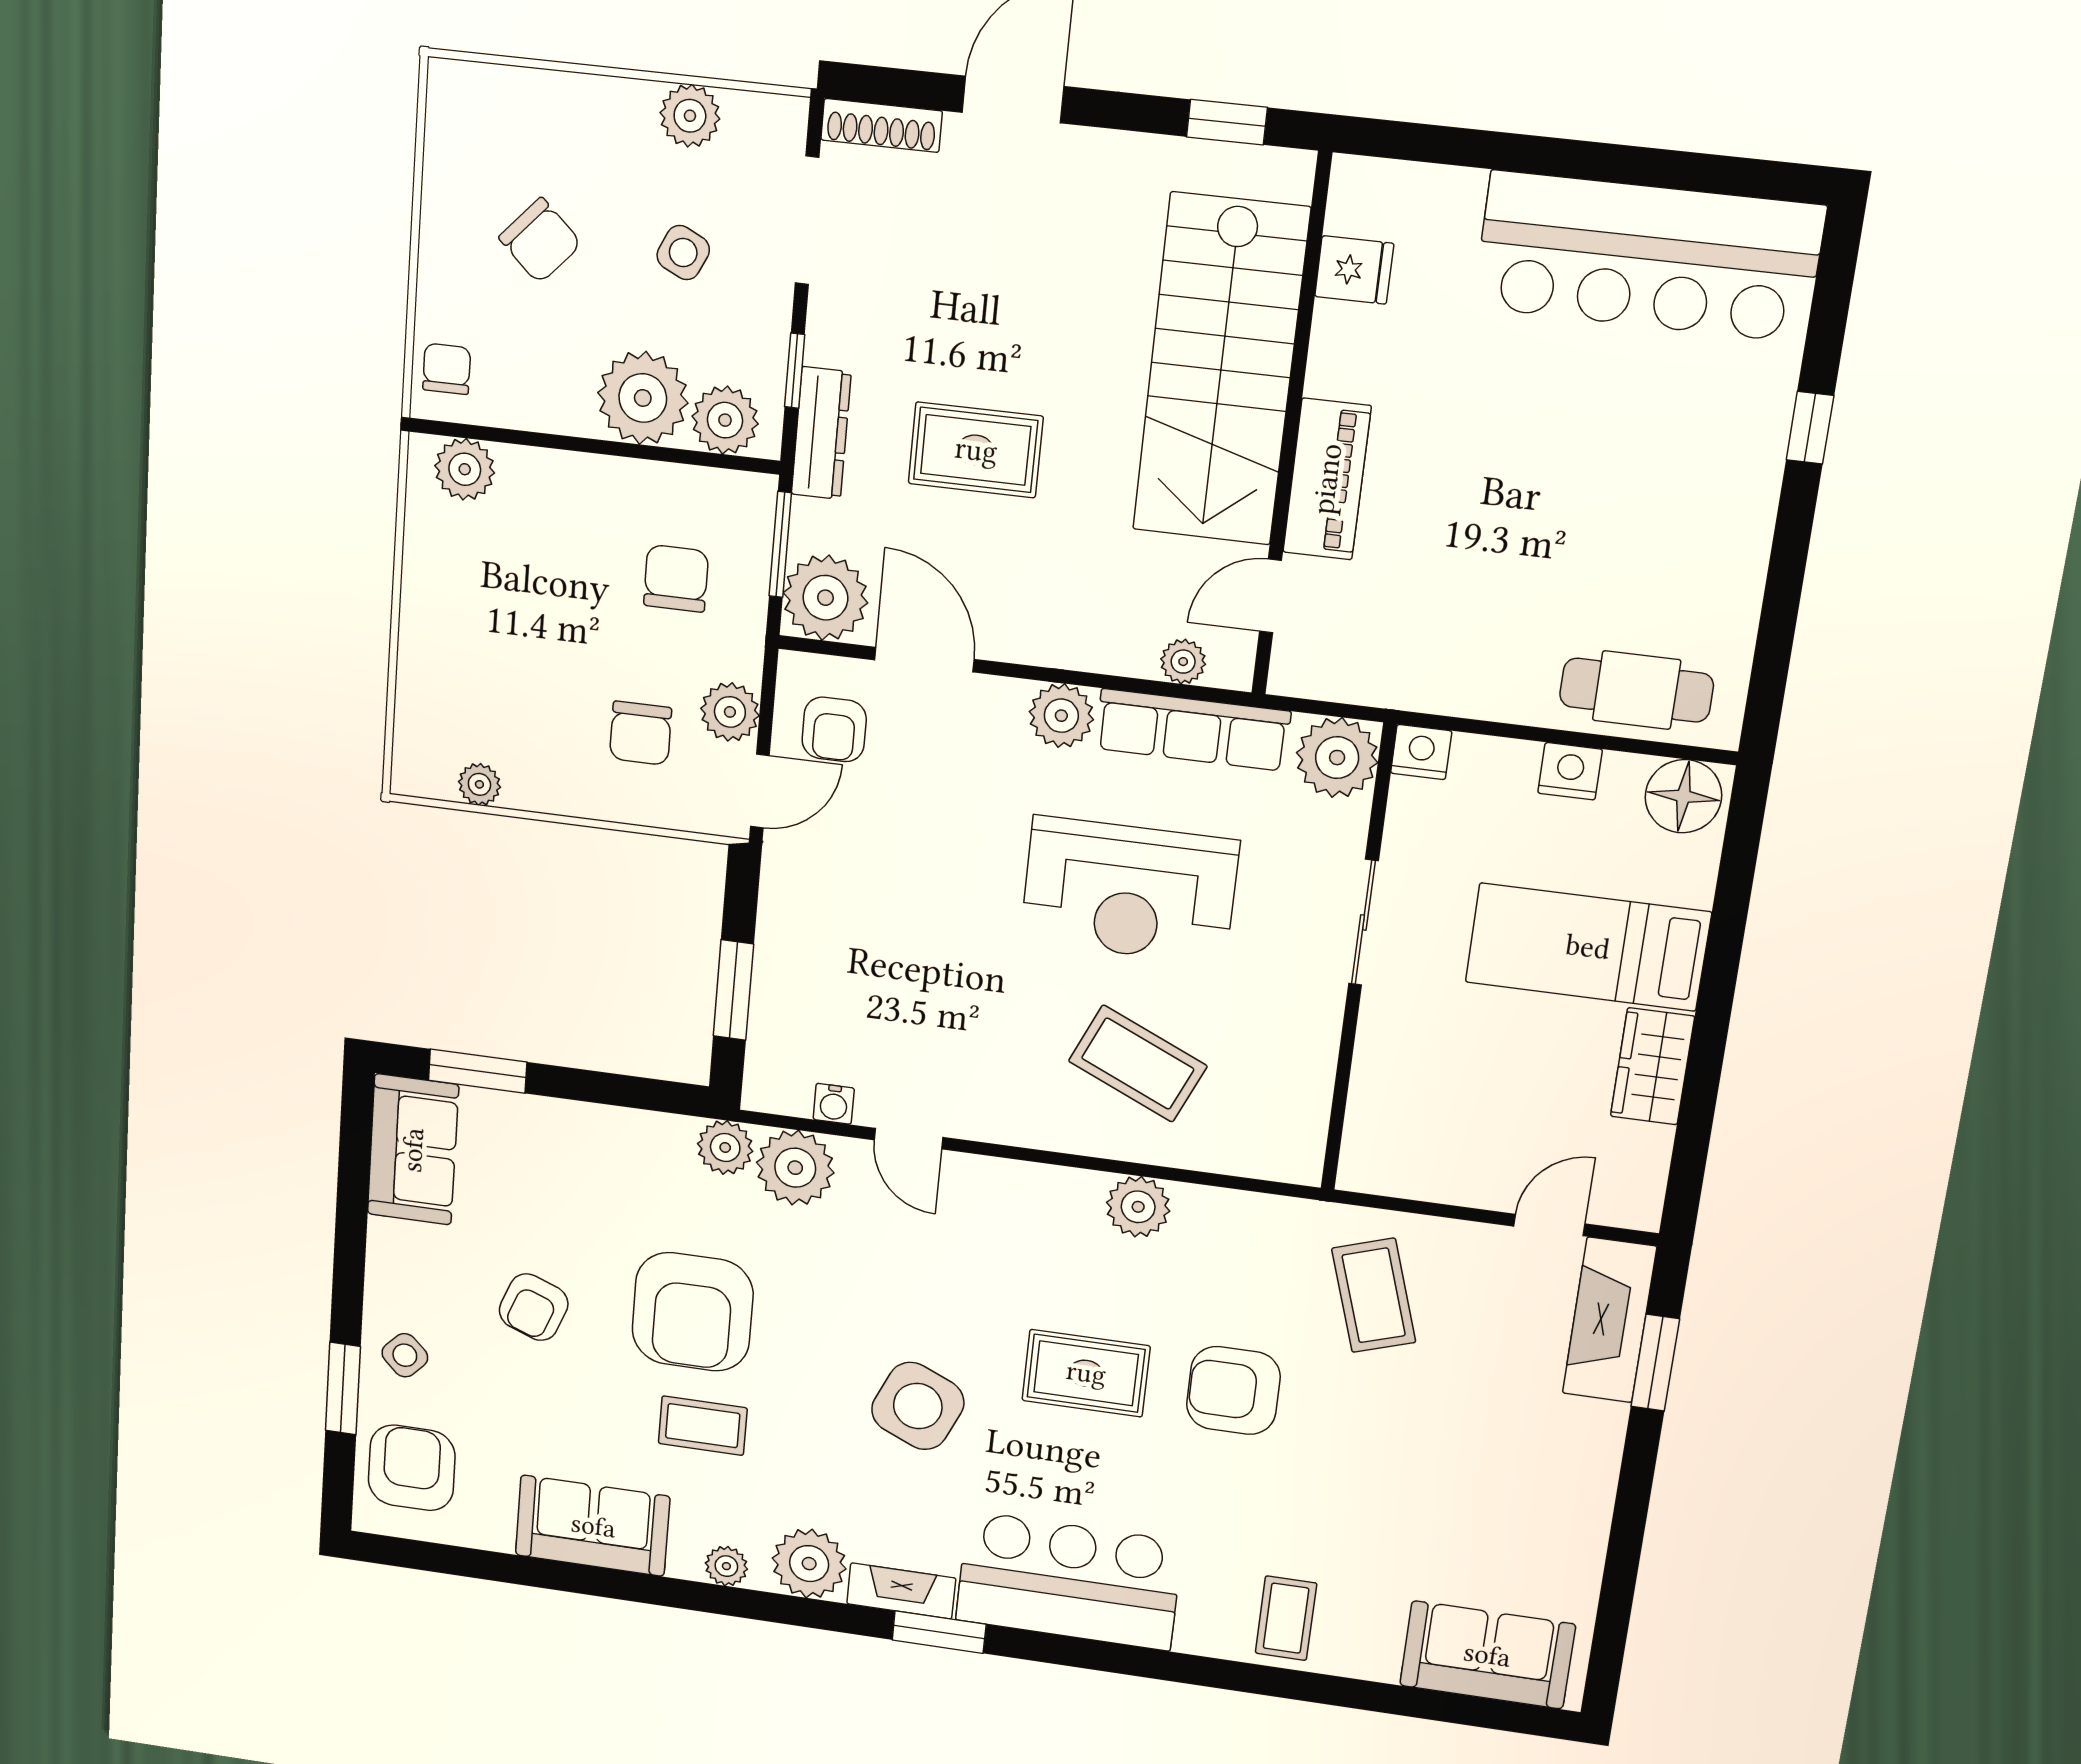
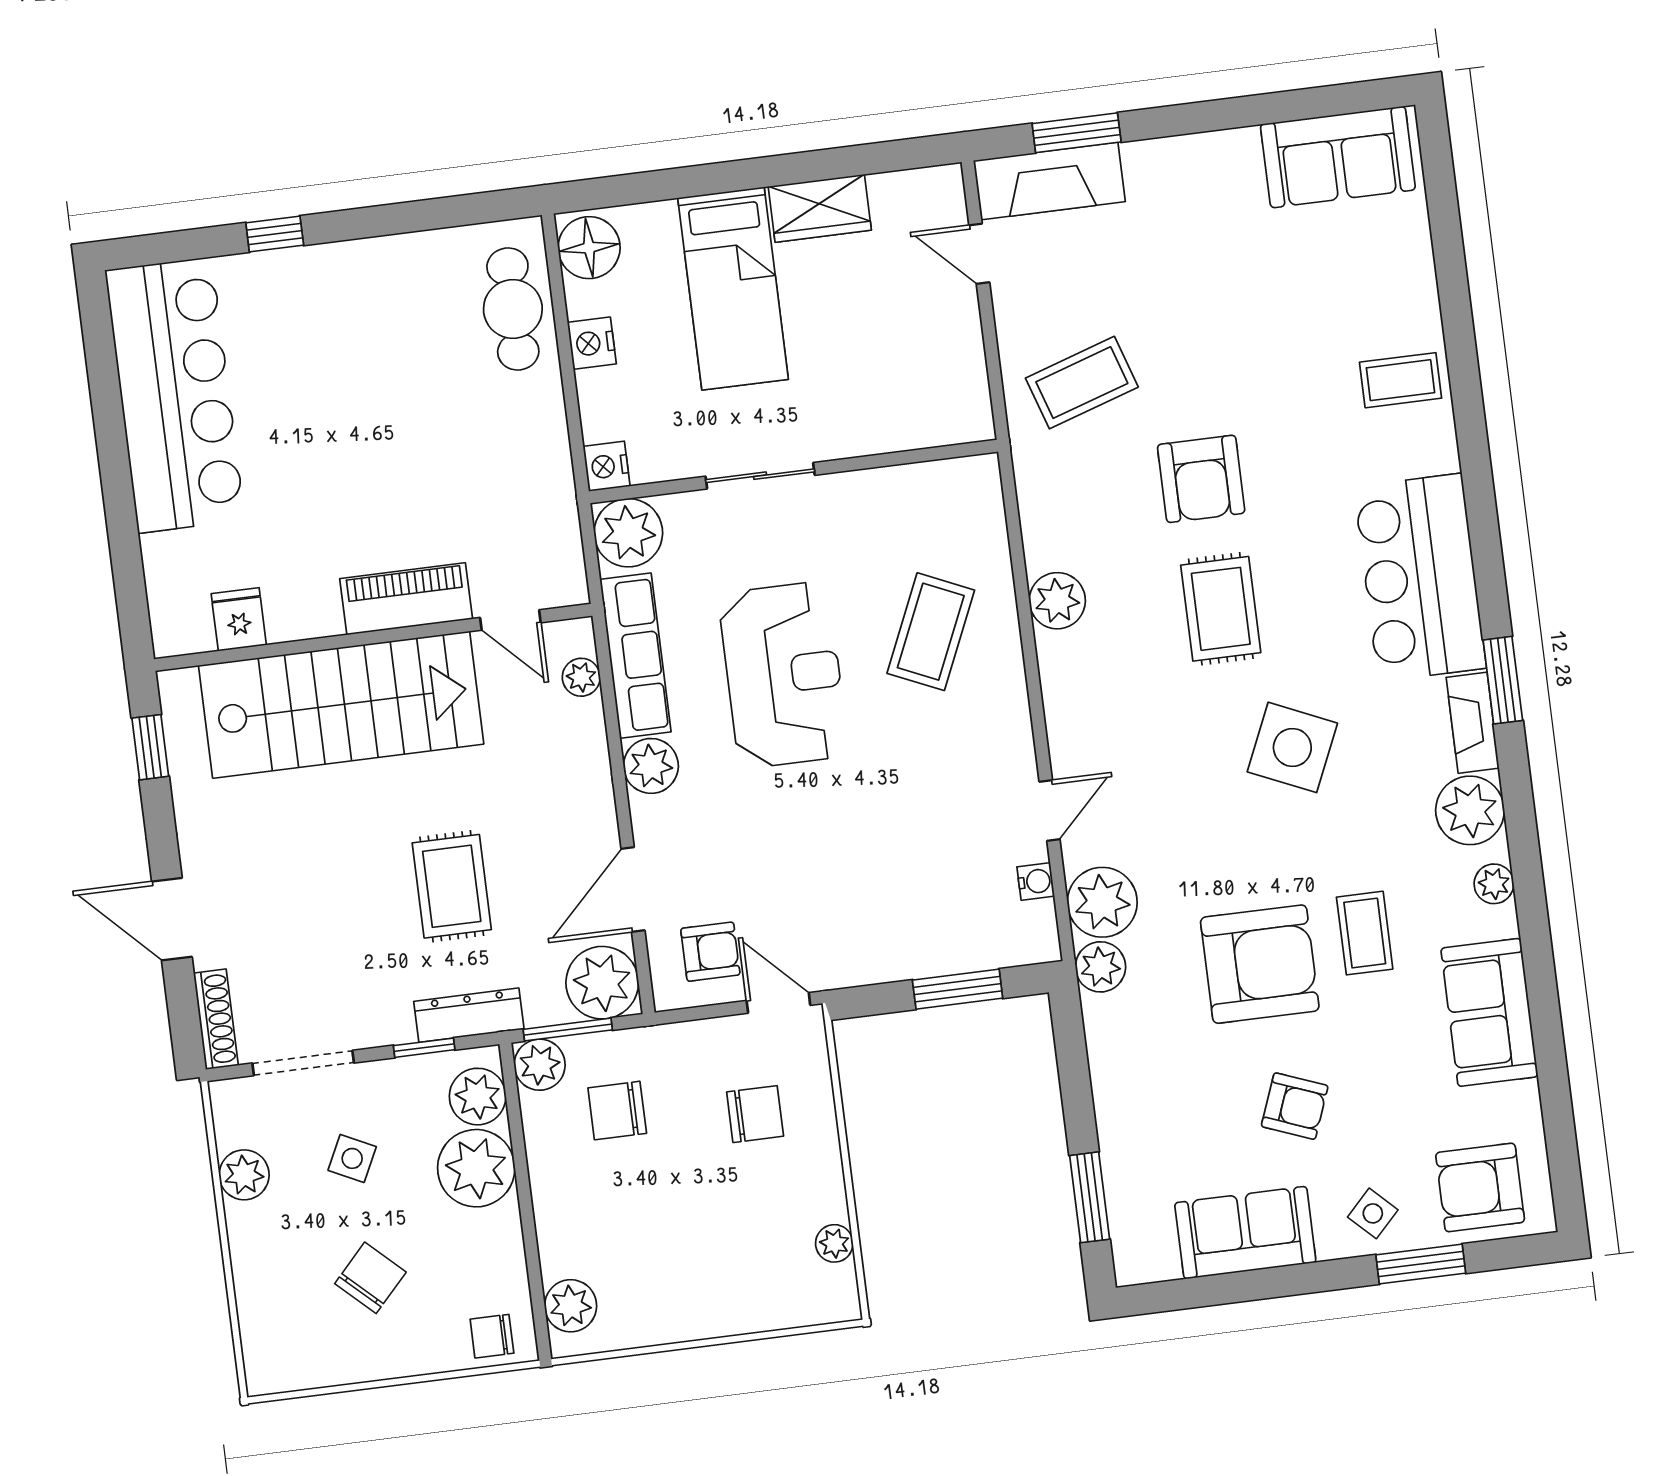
plant: (730, 712) -> (540, 1065), moved
sofa: (413, 1150) -> (1245, 1233), moved
sofa: (1487, 1655) -> (1338, 157), moved, turned -90

